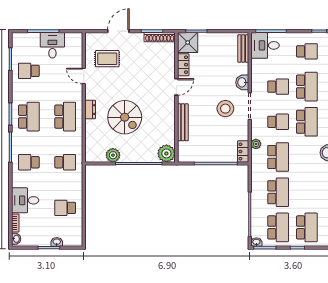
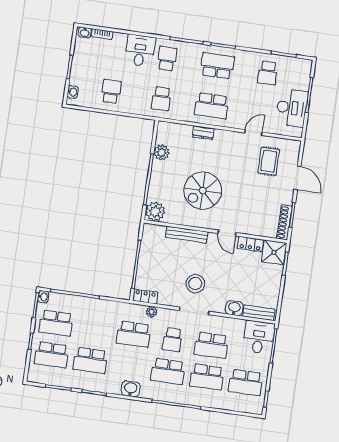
desk: (52, 45) -> (292, 108), width x1.37
school desk: (307, 51) -> (246, 382), width x1.85
school desk: (29, 71) -> (268, 73), turned 180
washbasin: (242, 82) -> (234, 308), moved
school desk: (278, 87) -> (211, 345), width x1.85
dresser: (90, 110) -> (203, 133), moved
school desk: (29, 117) -> (217, 66), turned 180
spiral stairs: (125, 117) -> (203, 191), moved
school desk: (278, 192) -> (90, 360), moved
desk: (25, 200) -> (140, 51), moved
washbasin: (57, 242) -> (73, 92), moved

